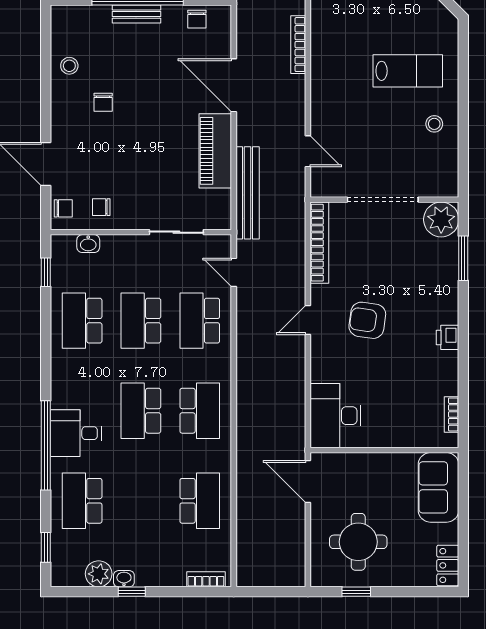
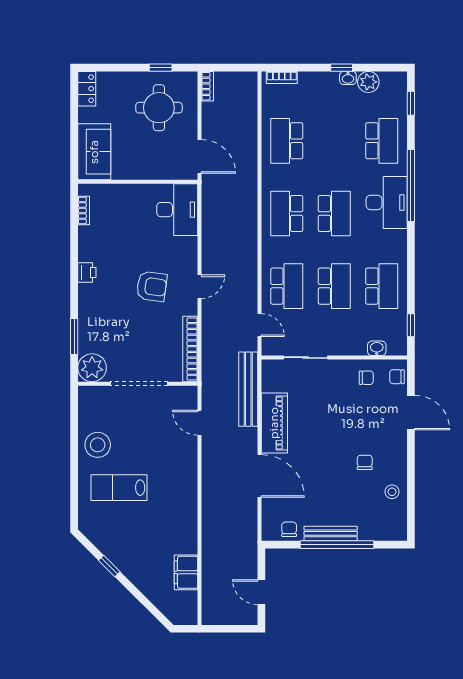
bench: (137, 14) -> (331, 533), width x1.36
bookcase: (298, 45) -> (207, 86), moved, width x0.64
stool: (434, 124) -> (98, 445), width x1.89, depth x1.89
desk: (76, 433) -> (387, 202), width x1.37

